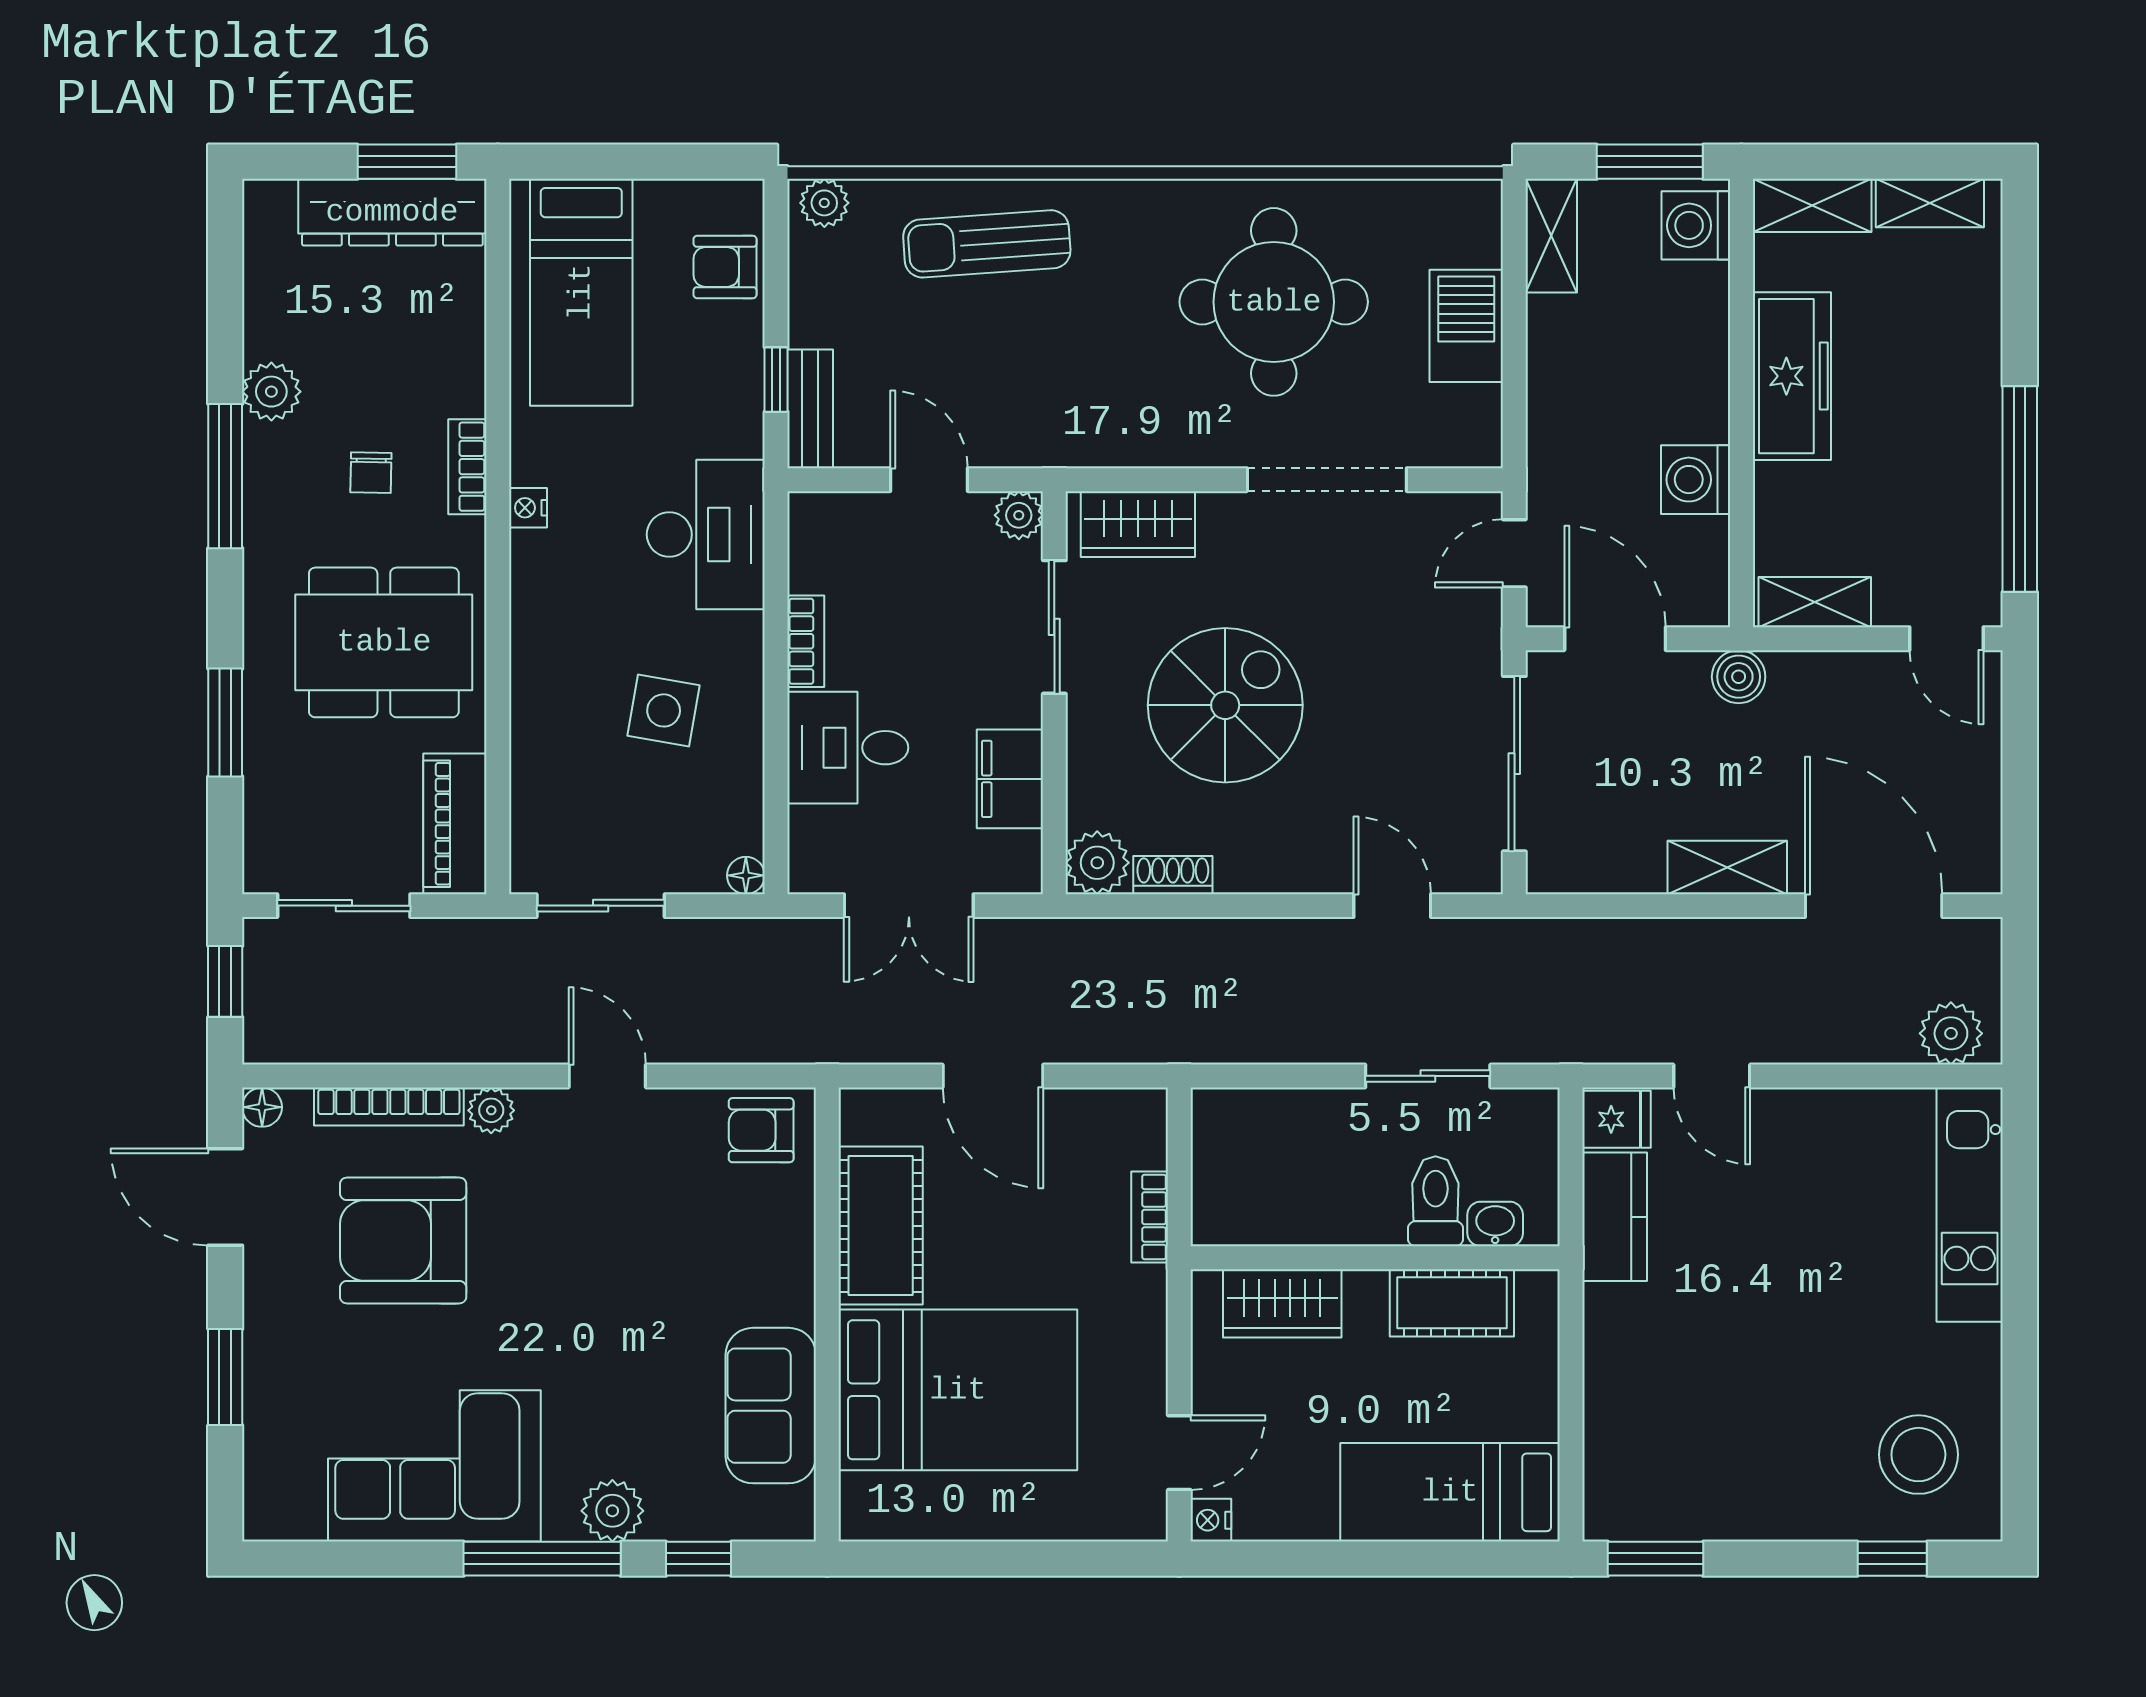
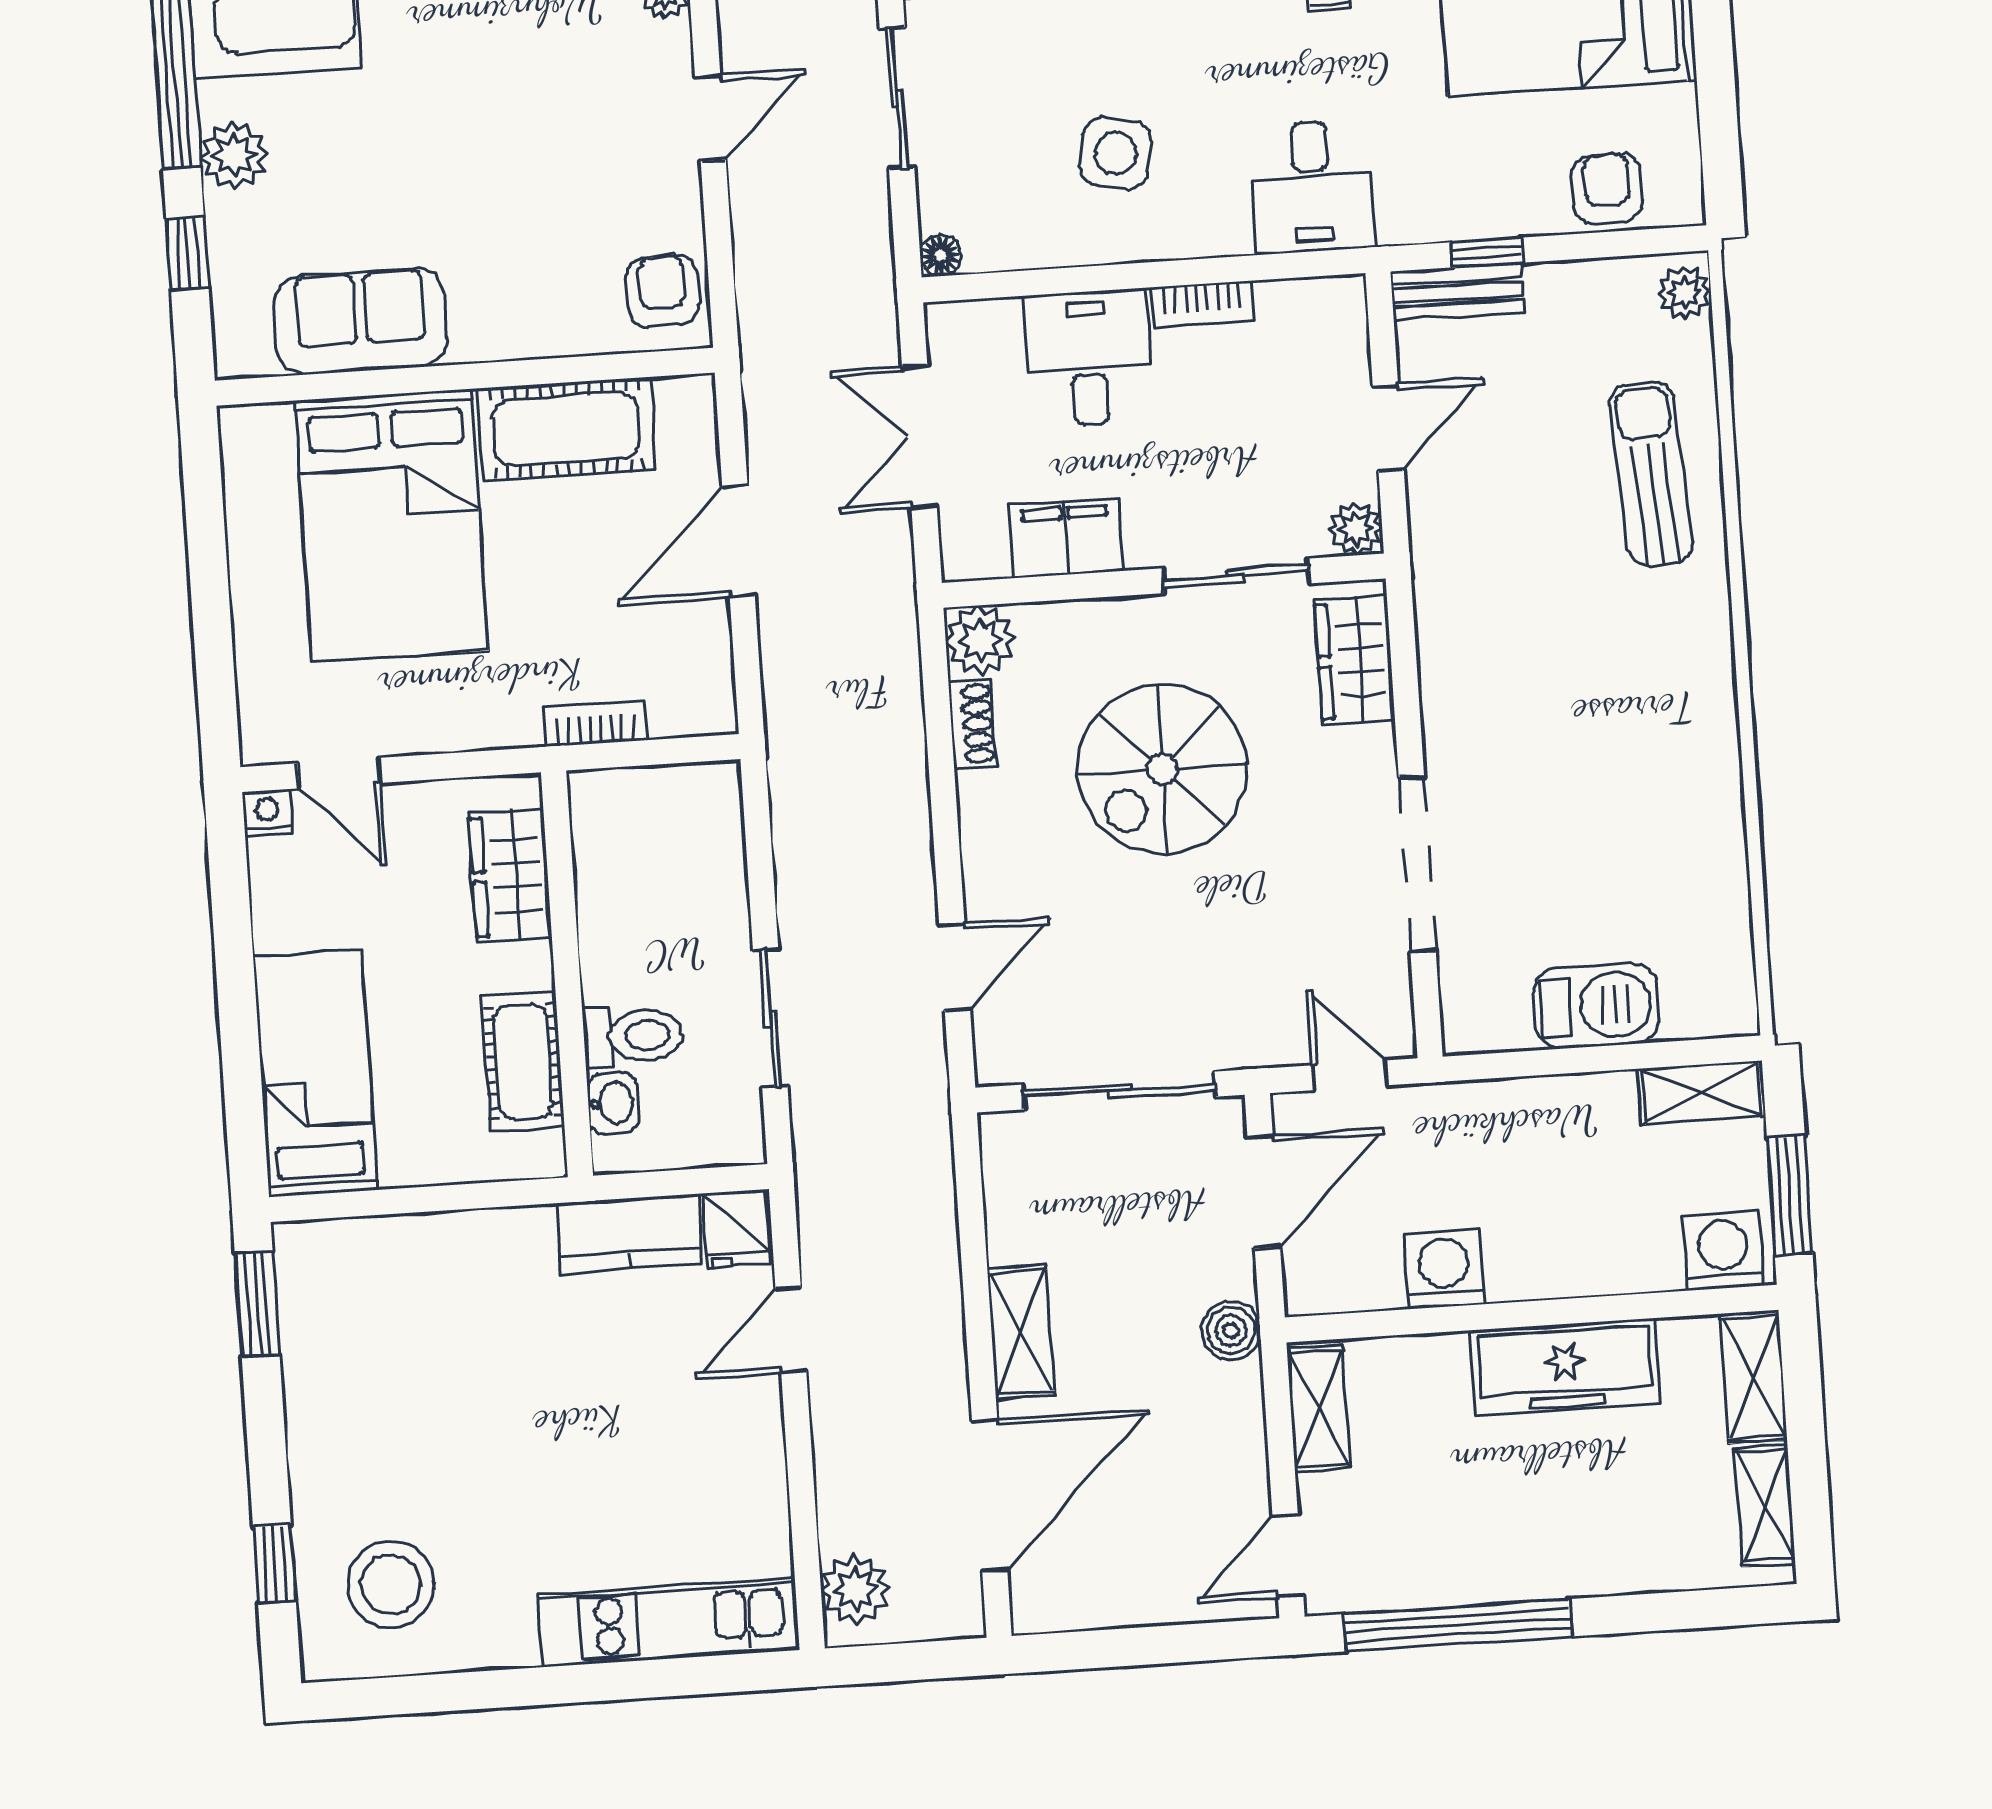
round table: (1274, 302) -> (1608, 793), removed
desk: (706, 534) -> (1312, 187), width x0.73
spiral stairs: (1225, 705) -> (1162, 769), turned 90

